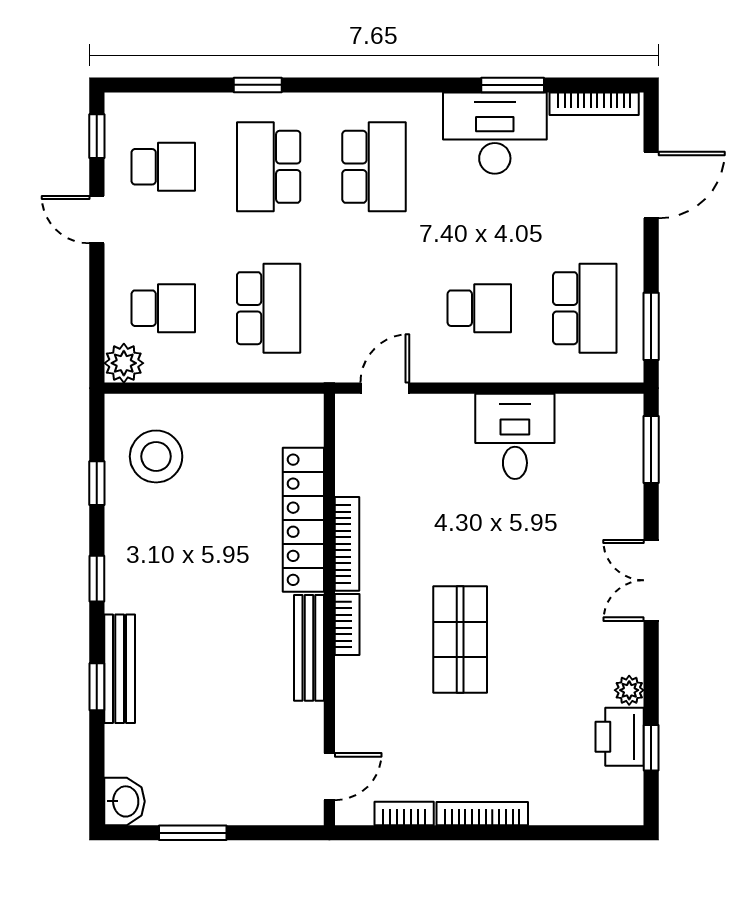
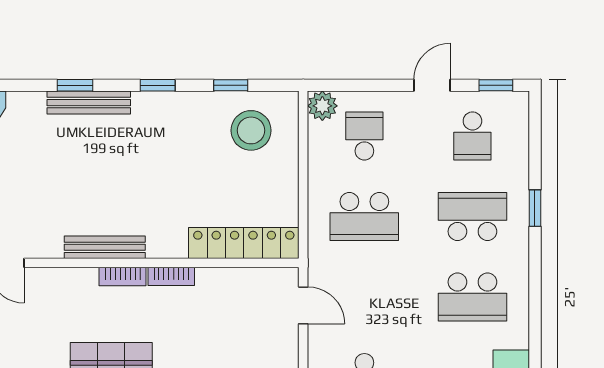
school desk: (163, 308) -> (364, 136), turned 180
locker: (303, 520) -> (244, 243), moved
bookcase: (347, 544) -> (171, 276), width x0.64

